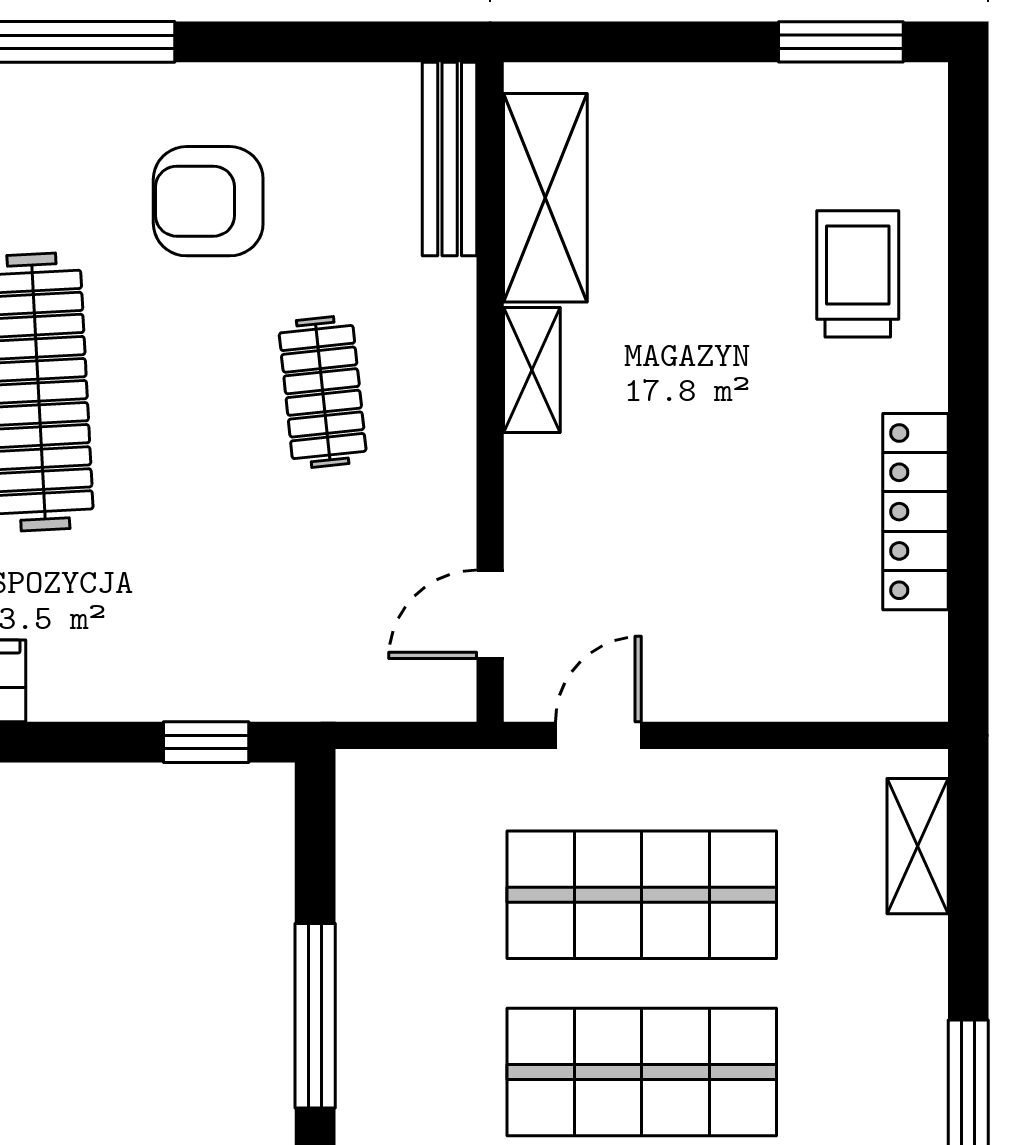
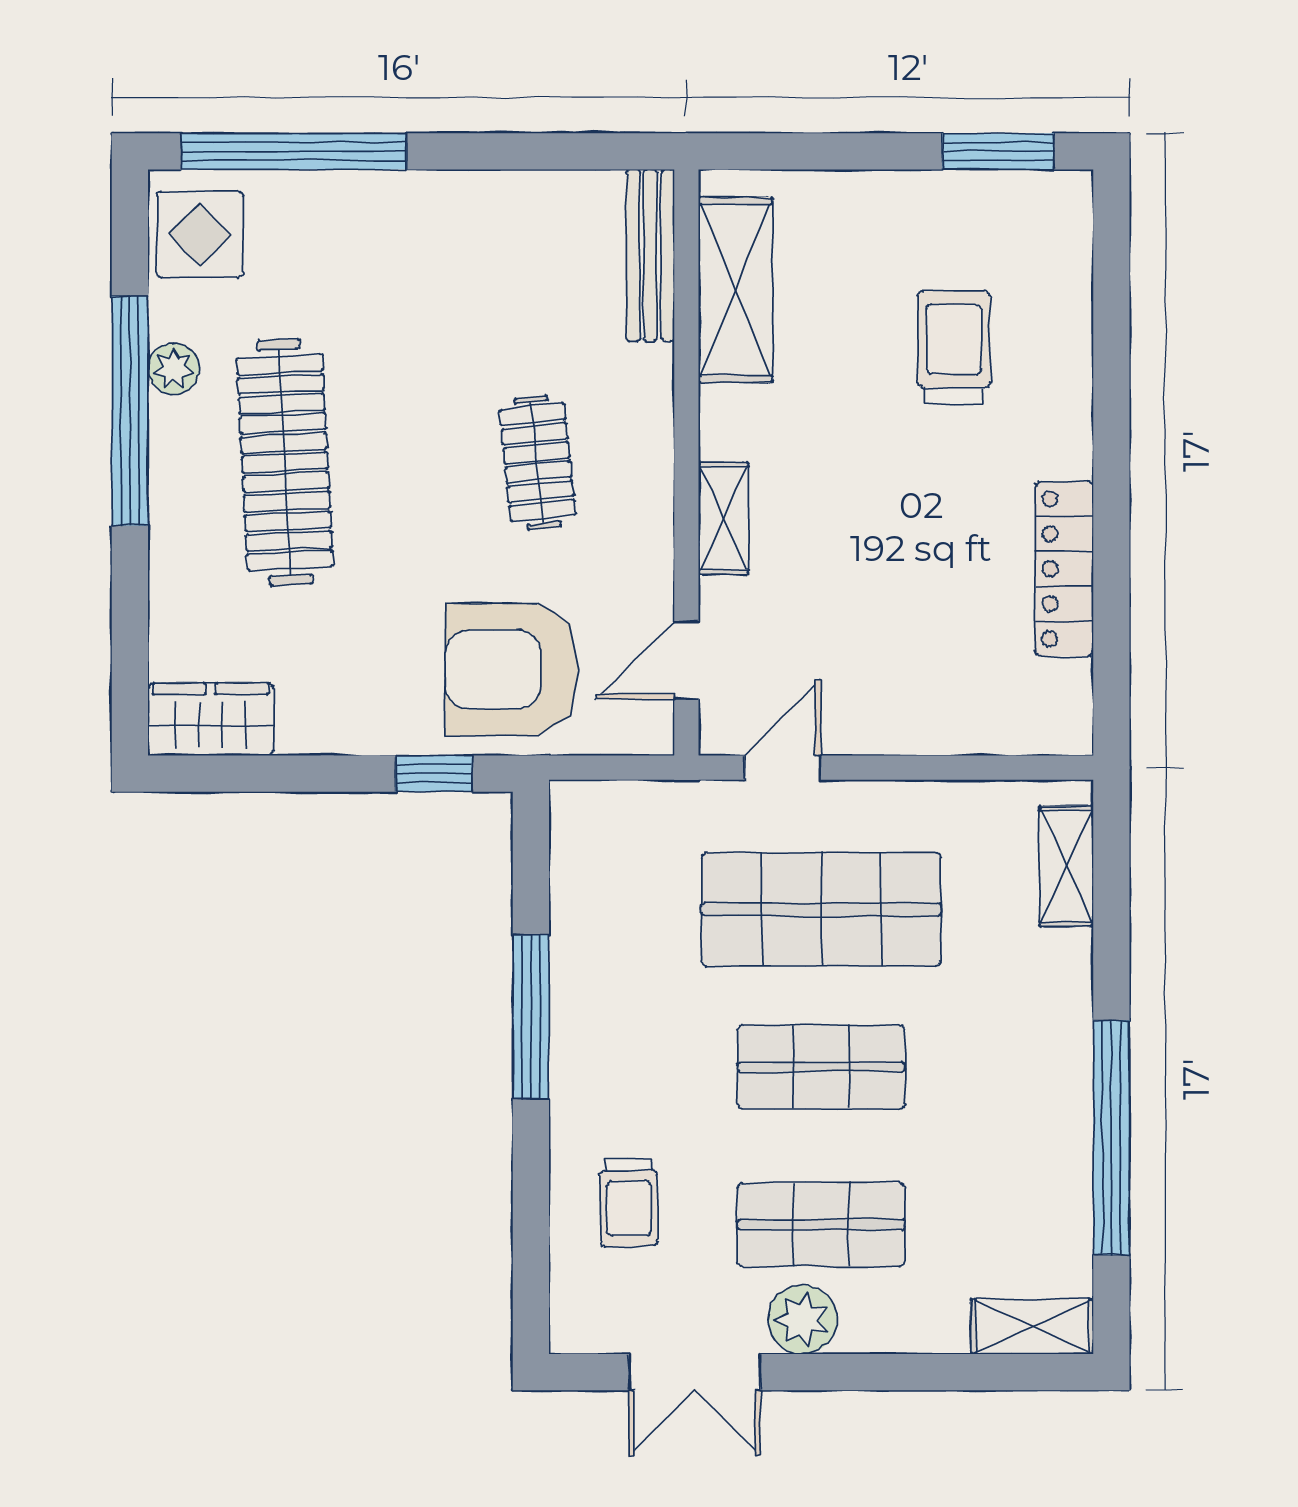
armchair: (208, 201) -> (512, 670), moved, width x1.36, depth x1.36
trolley: (858, 274) -> (954, 347), moved
shelving: (532, 370) -> (723, 518), moved
shop shelf: (642, 1072) -> (821, 1067), width x0.70, depth x0.74

